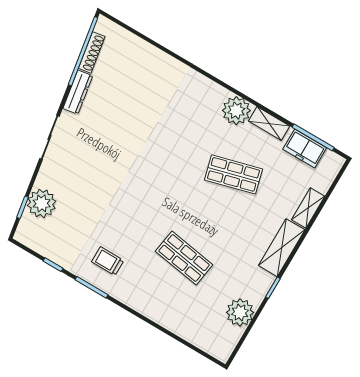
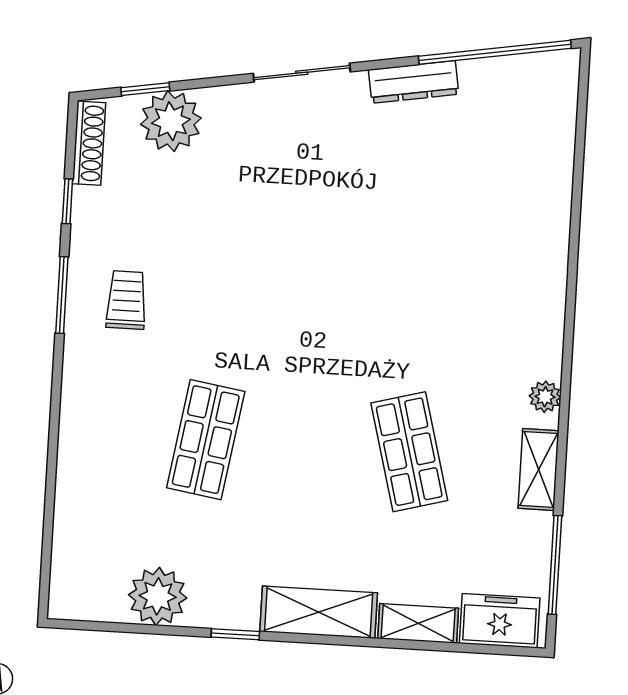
shoe rack: (92, 52) -> (89, 143), moved, turned -81
plant: (236, 111) -> (545, 397), width x0.53, depth x0.53
freezer: (305, 149) -> (500, 621), moved, turned 90

